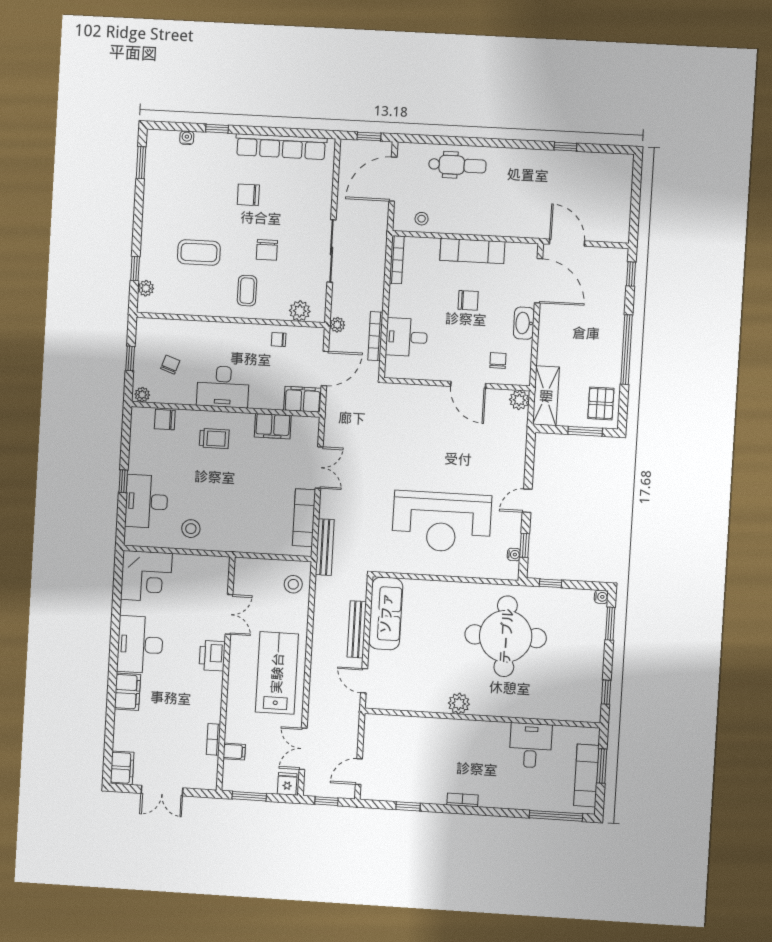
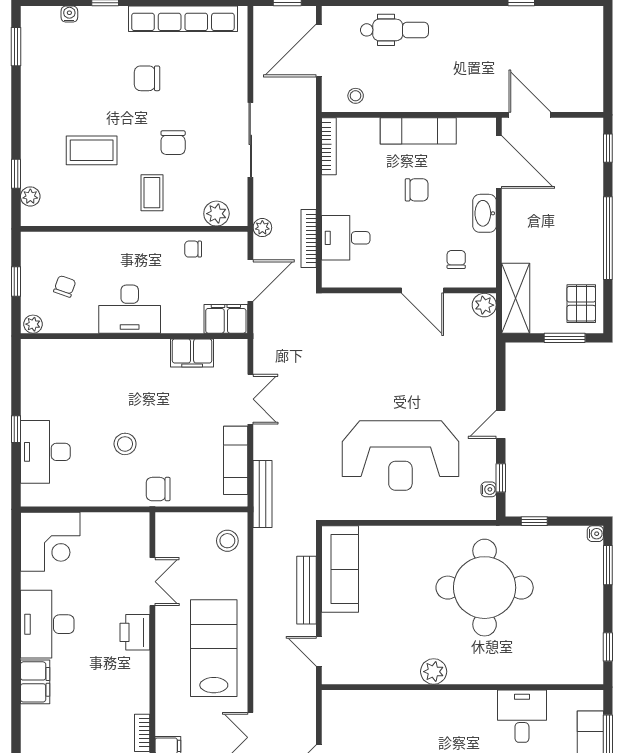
chair: (165, 420) -> (158, 489), moved
trolley: (214, 439) -> (123, 372), removed
stool: (191, 529) -> (125, 444), moved

